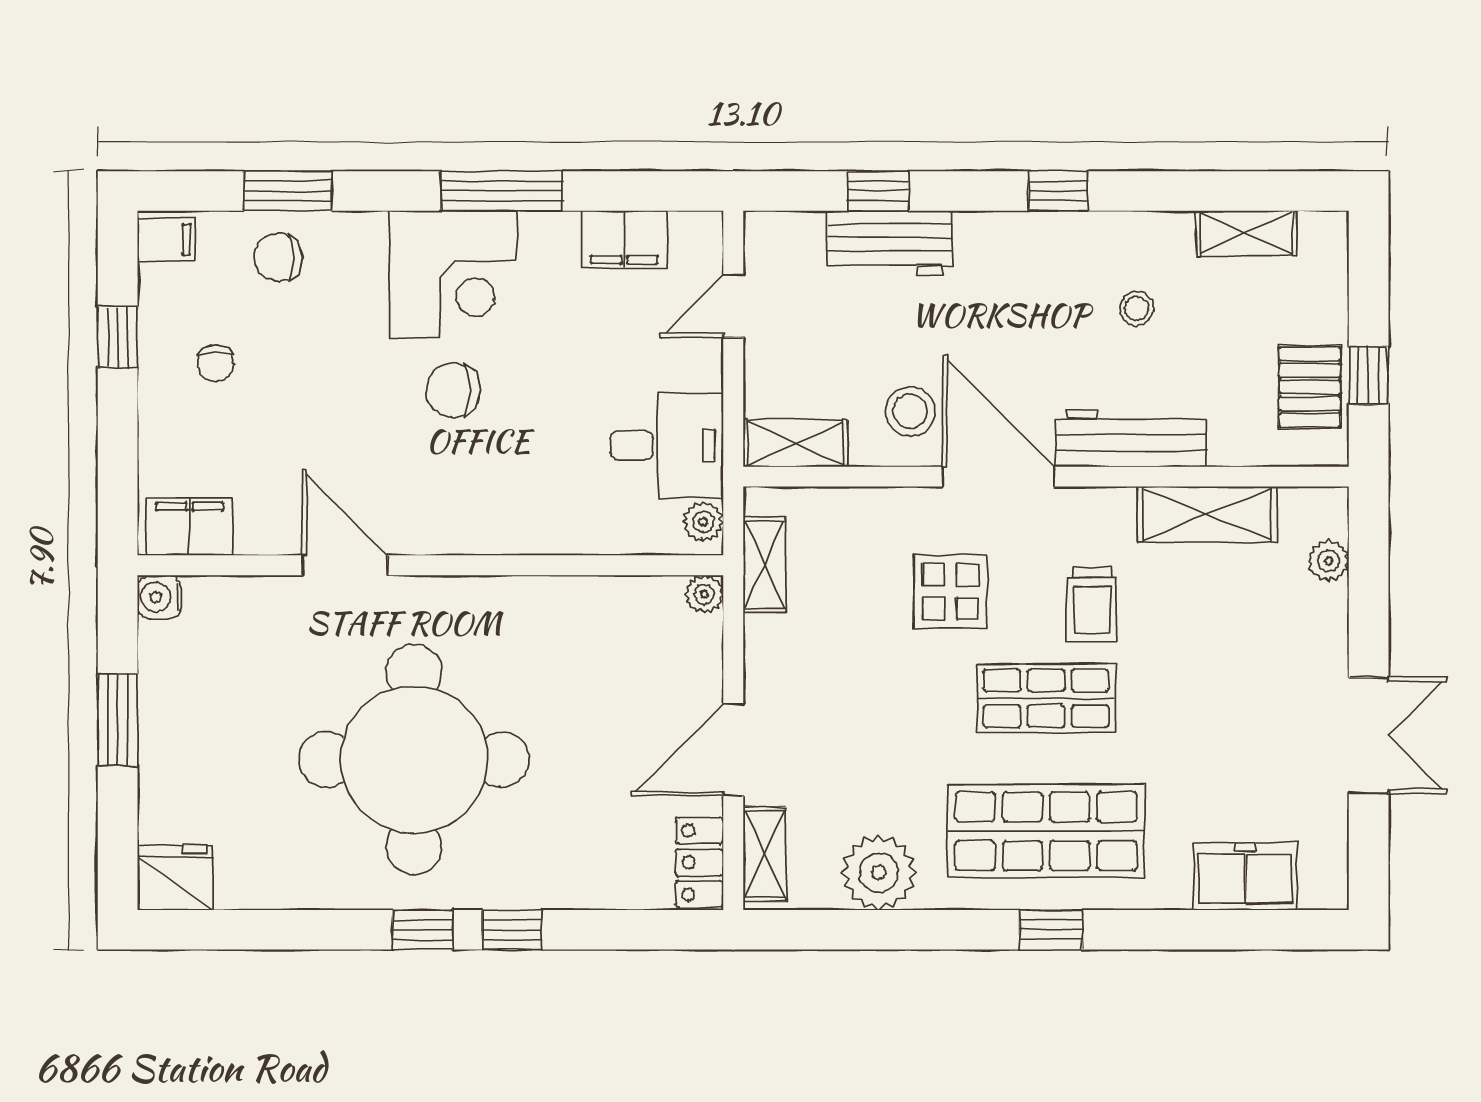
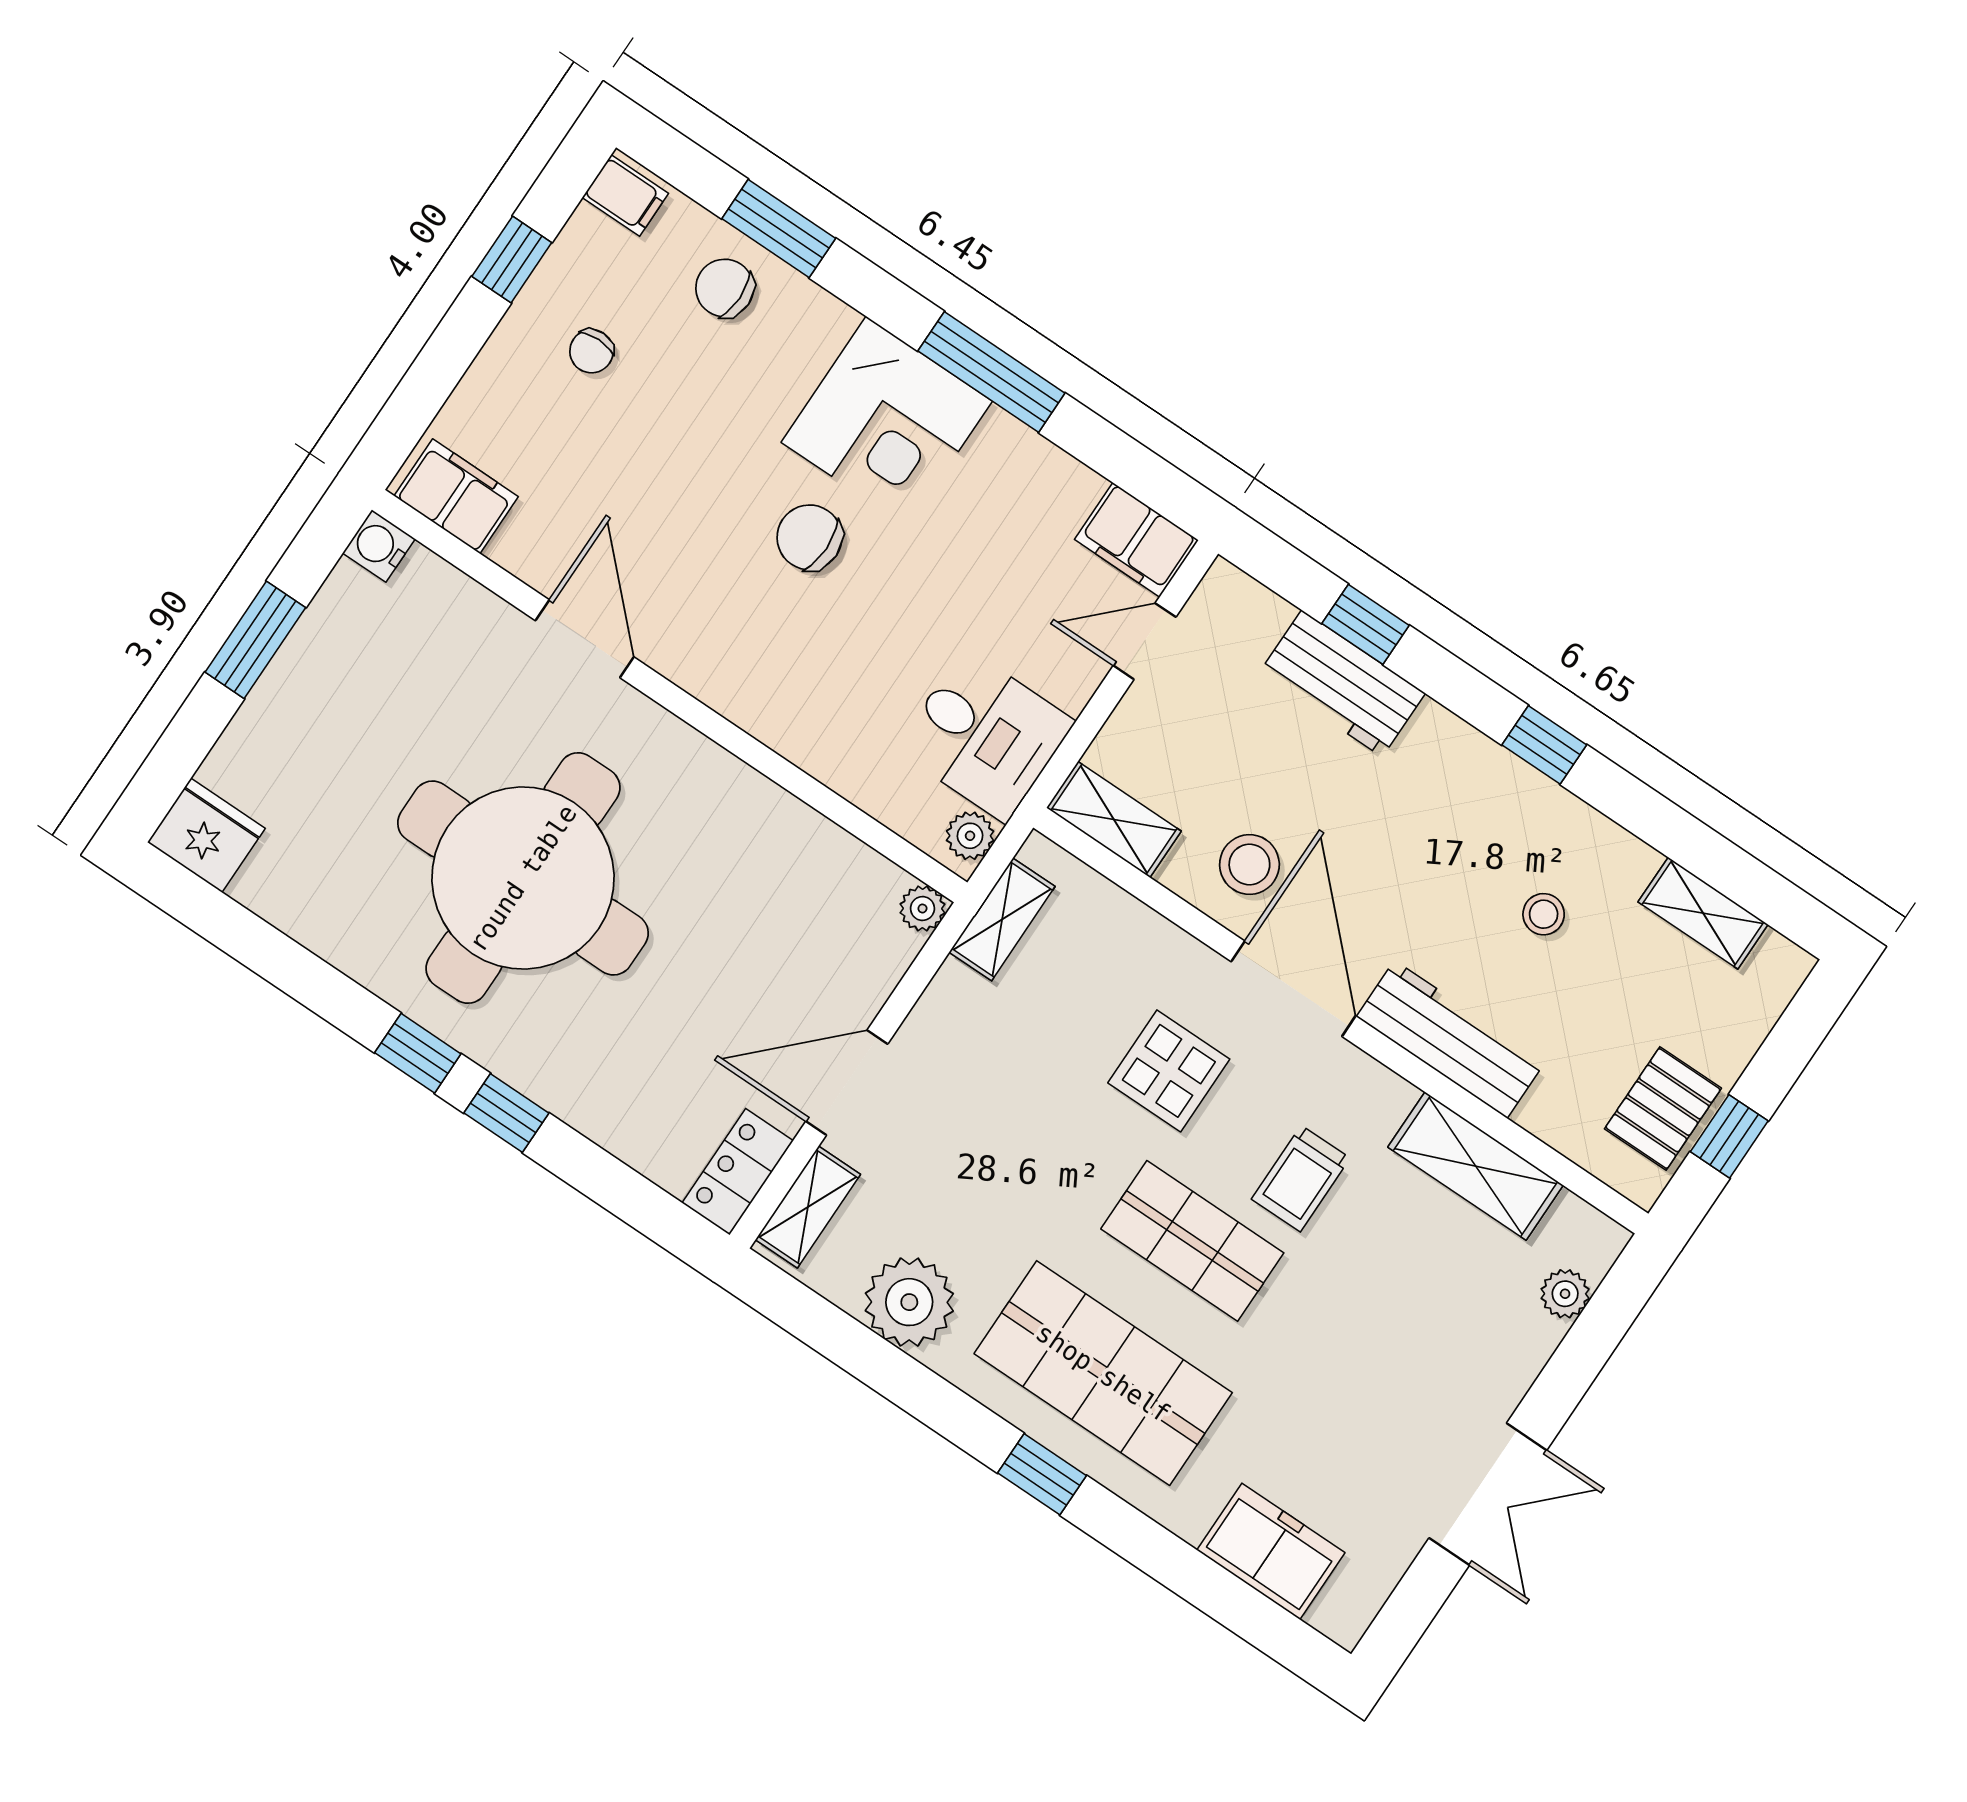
filing cabinet: (624, 239) -> (1136, 540), moved

